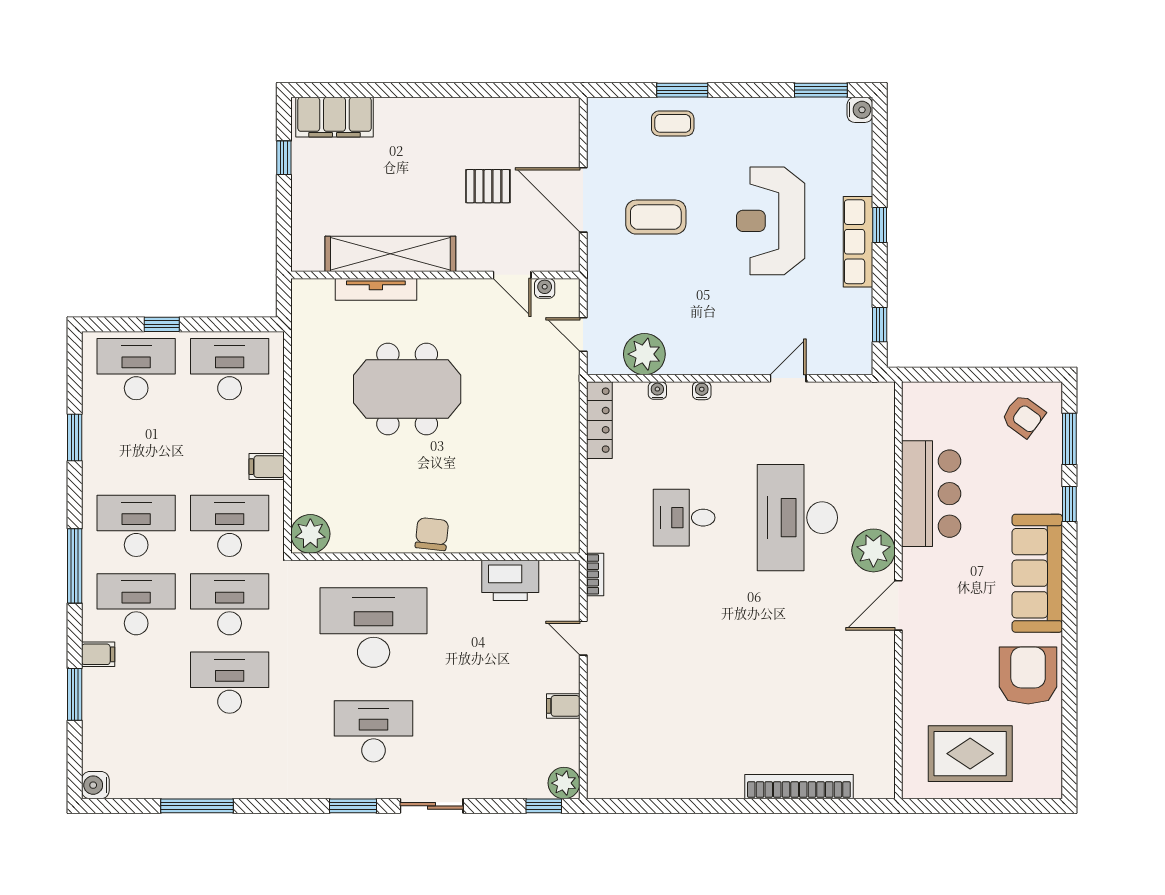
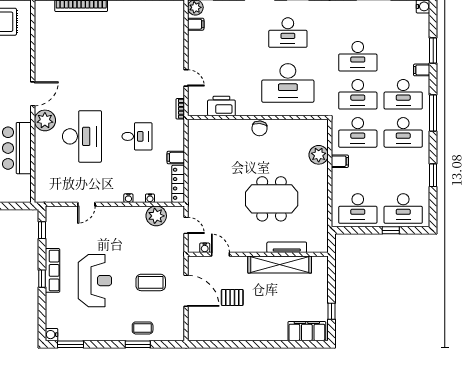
filing cabinet: (604, 474) -> (176, 157), added
plant: (310, 534) -> (319, 155), moved
filing cabinet: (563, 706) -> (196, 24), moved

